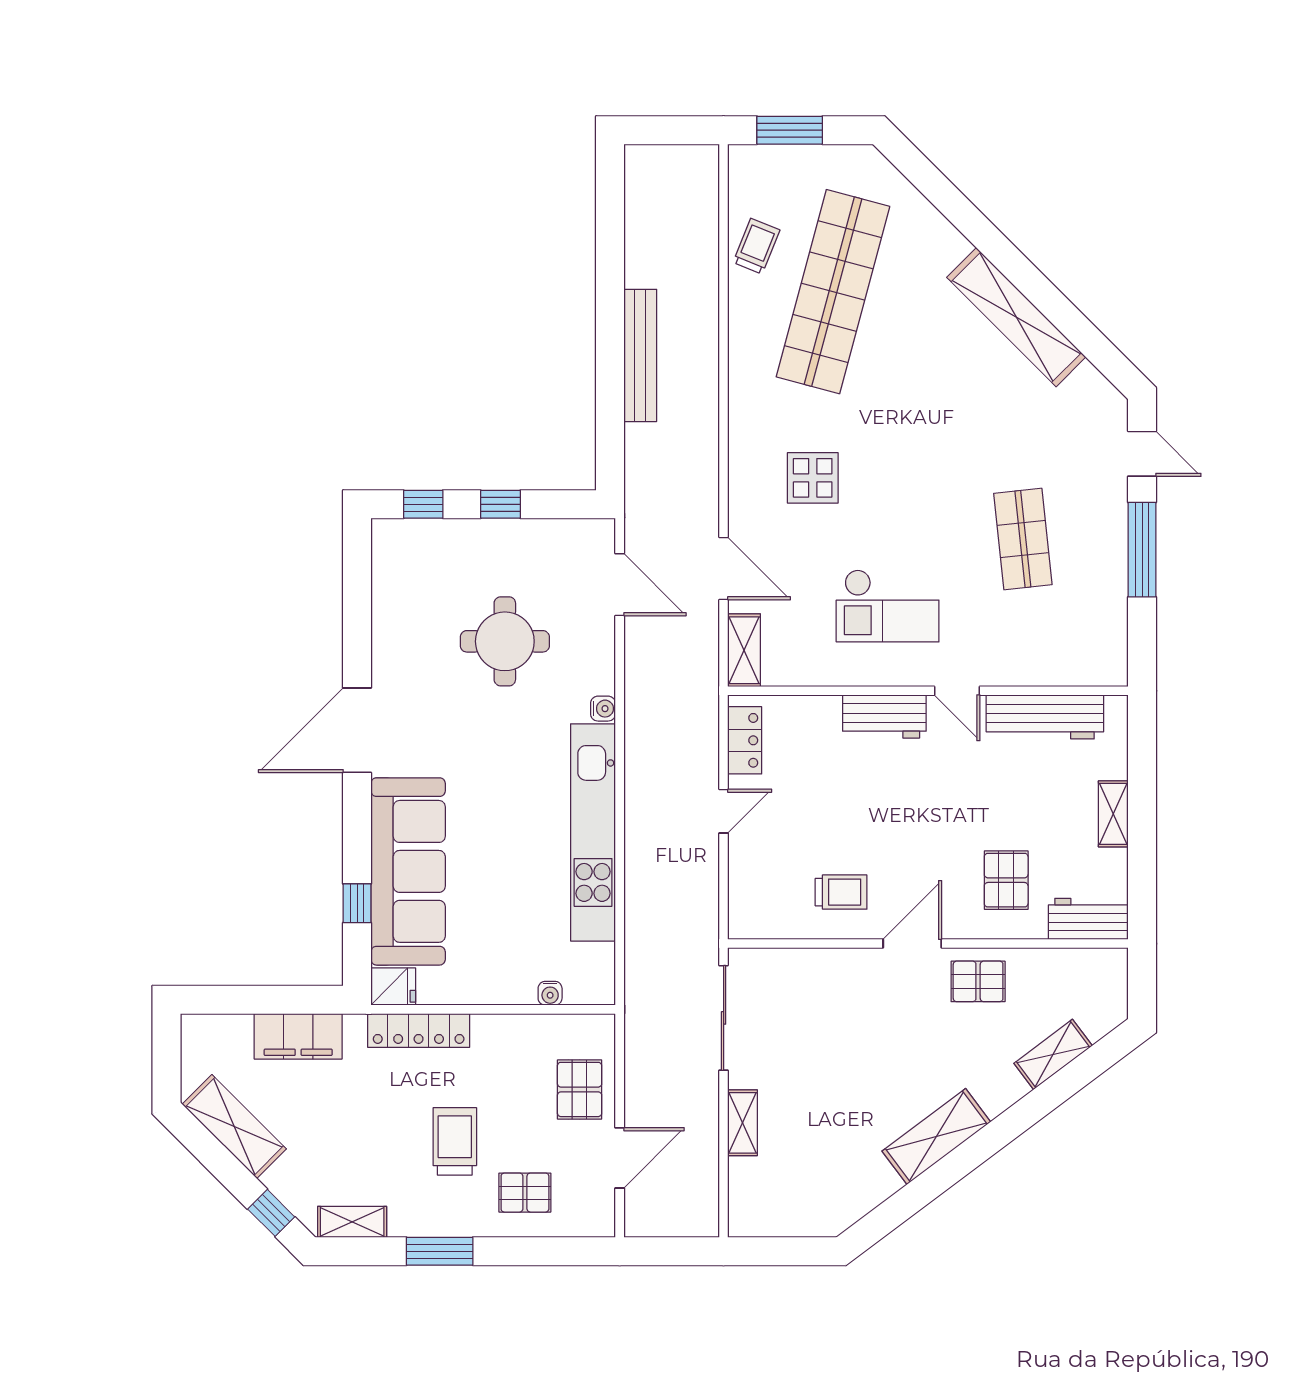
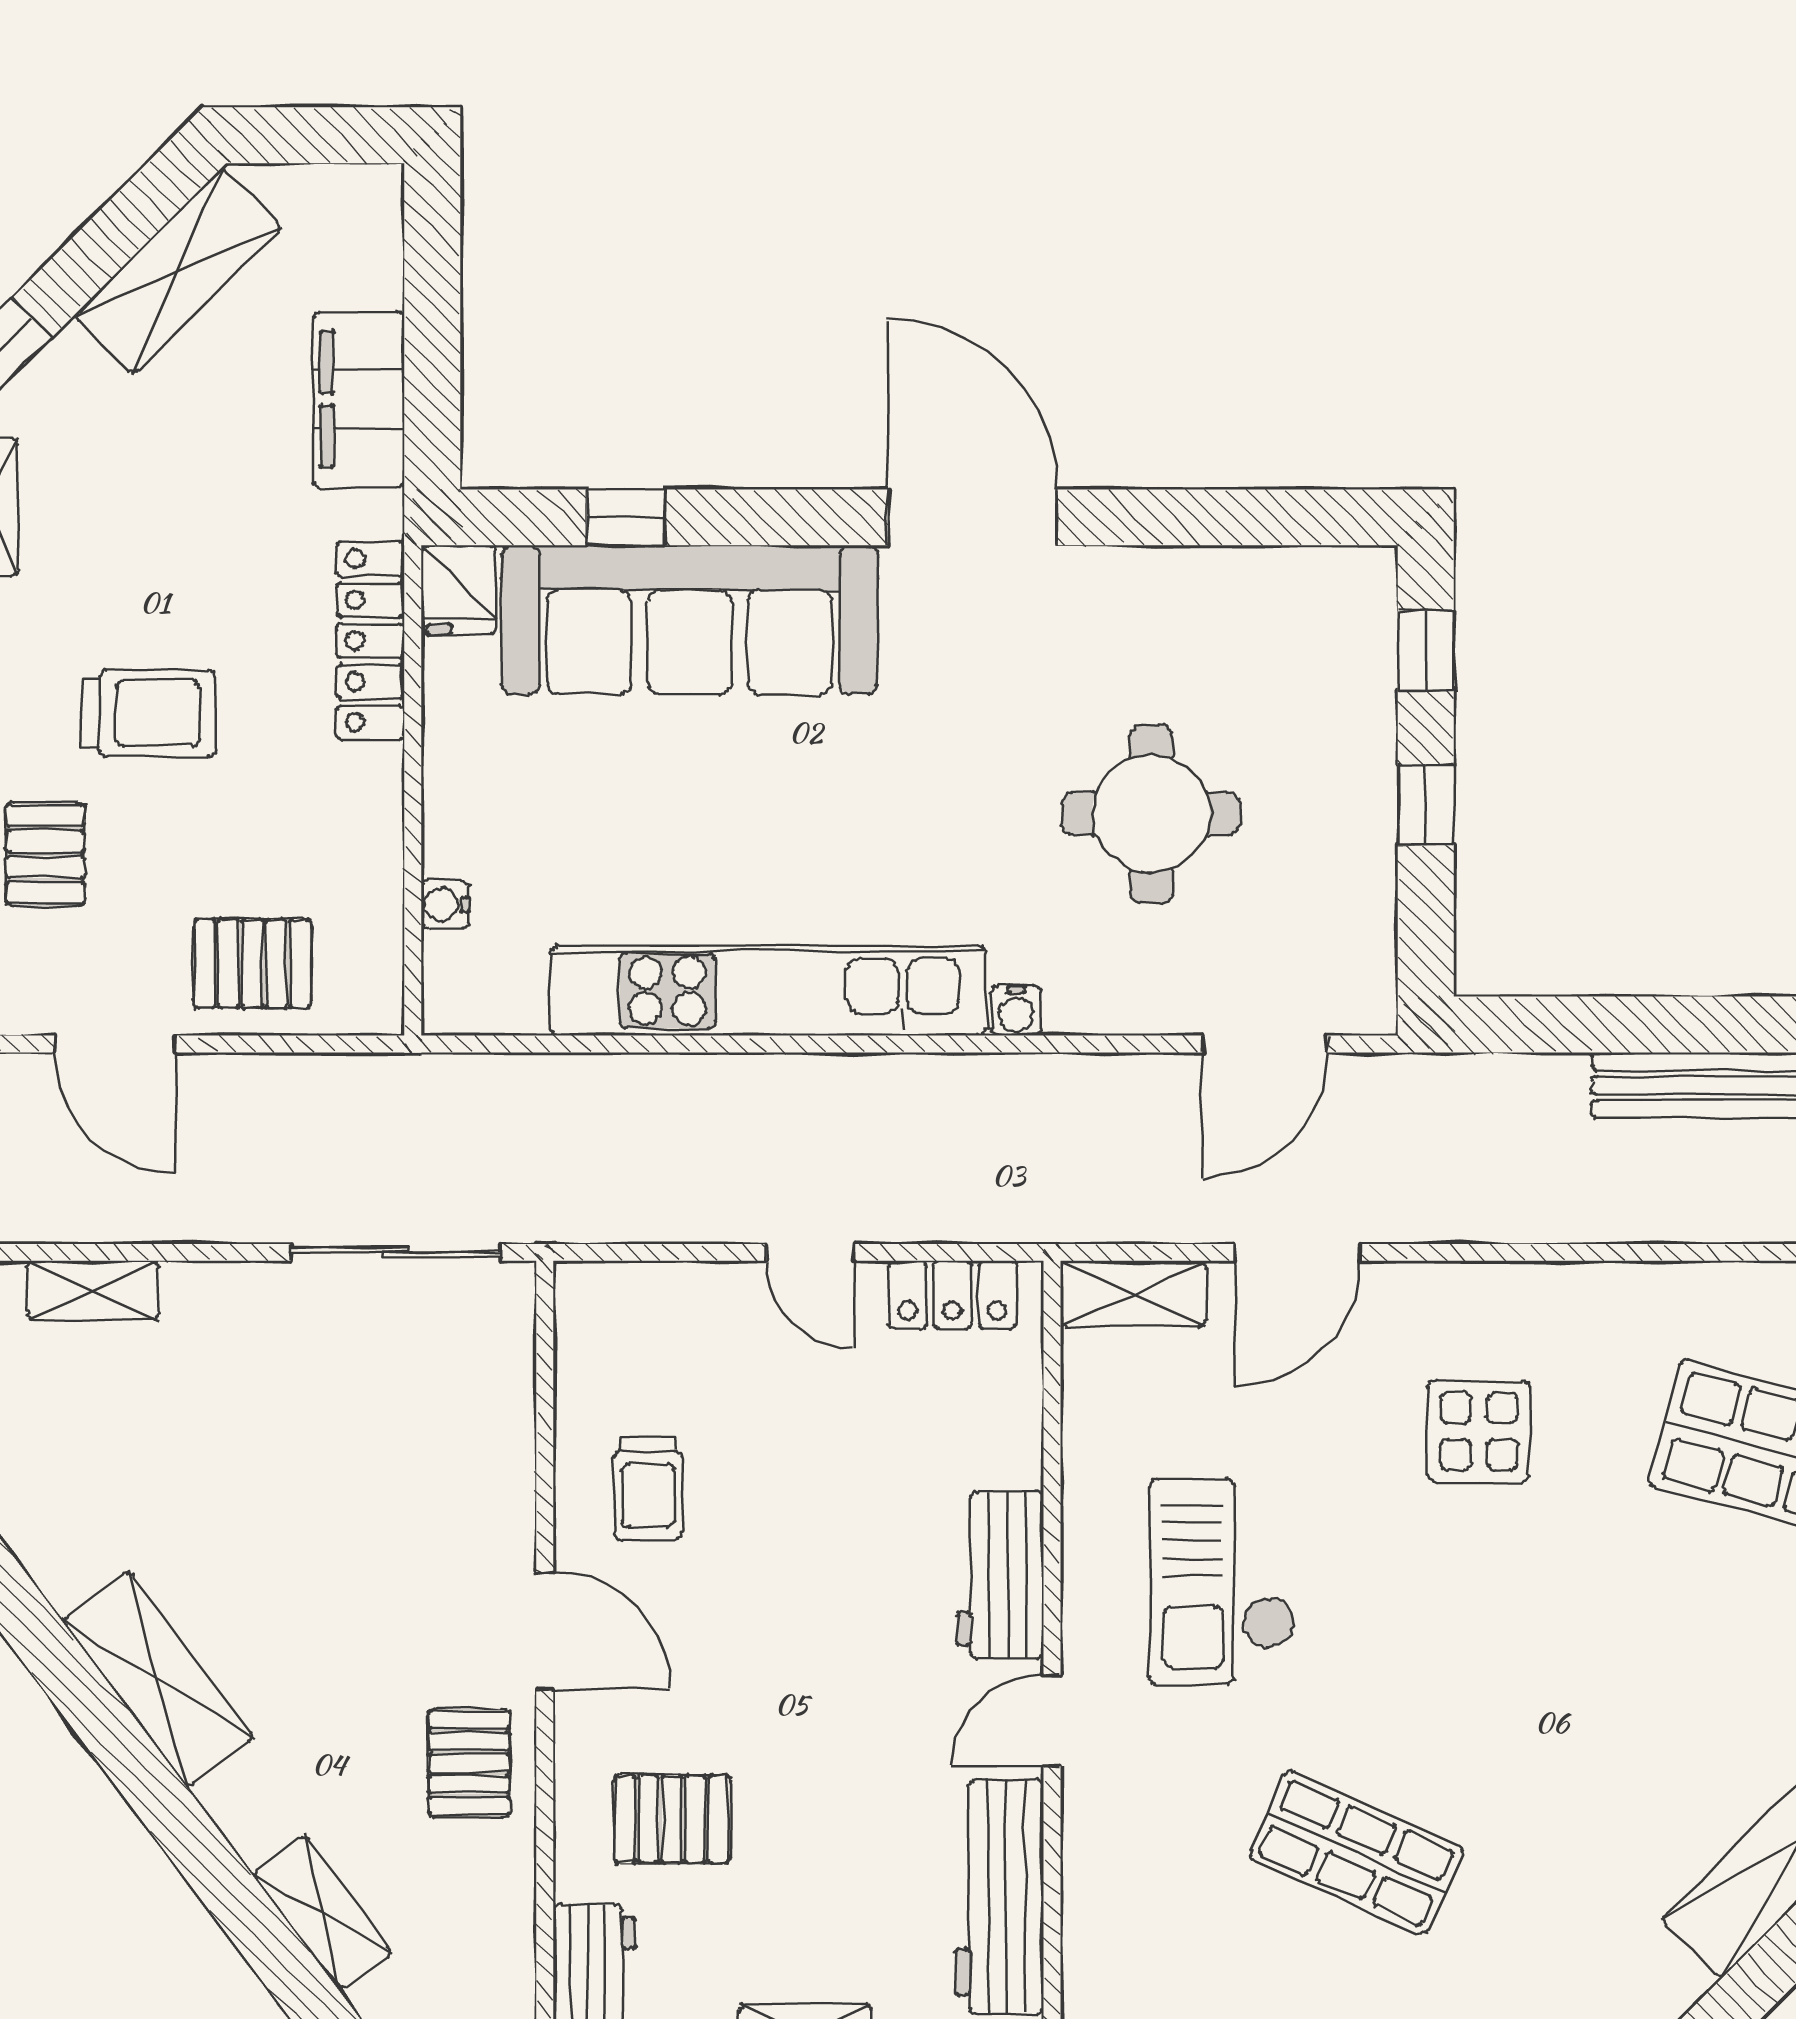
shop shelf: (1023, 539) -> (1356, 1853), turned 30
shelving: (742, 1123) -> (93, 1290), moved

